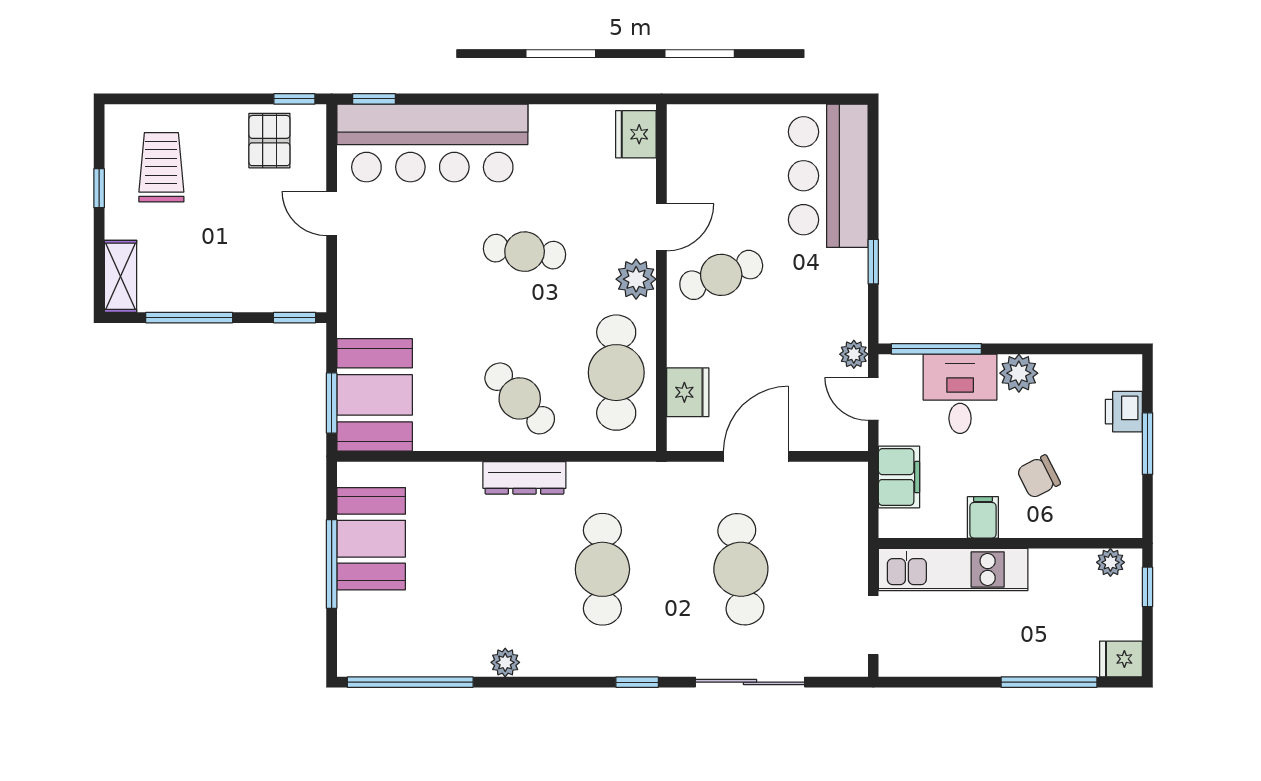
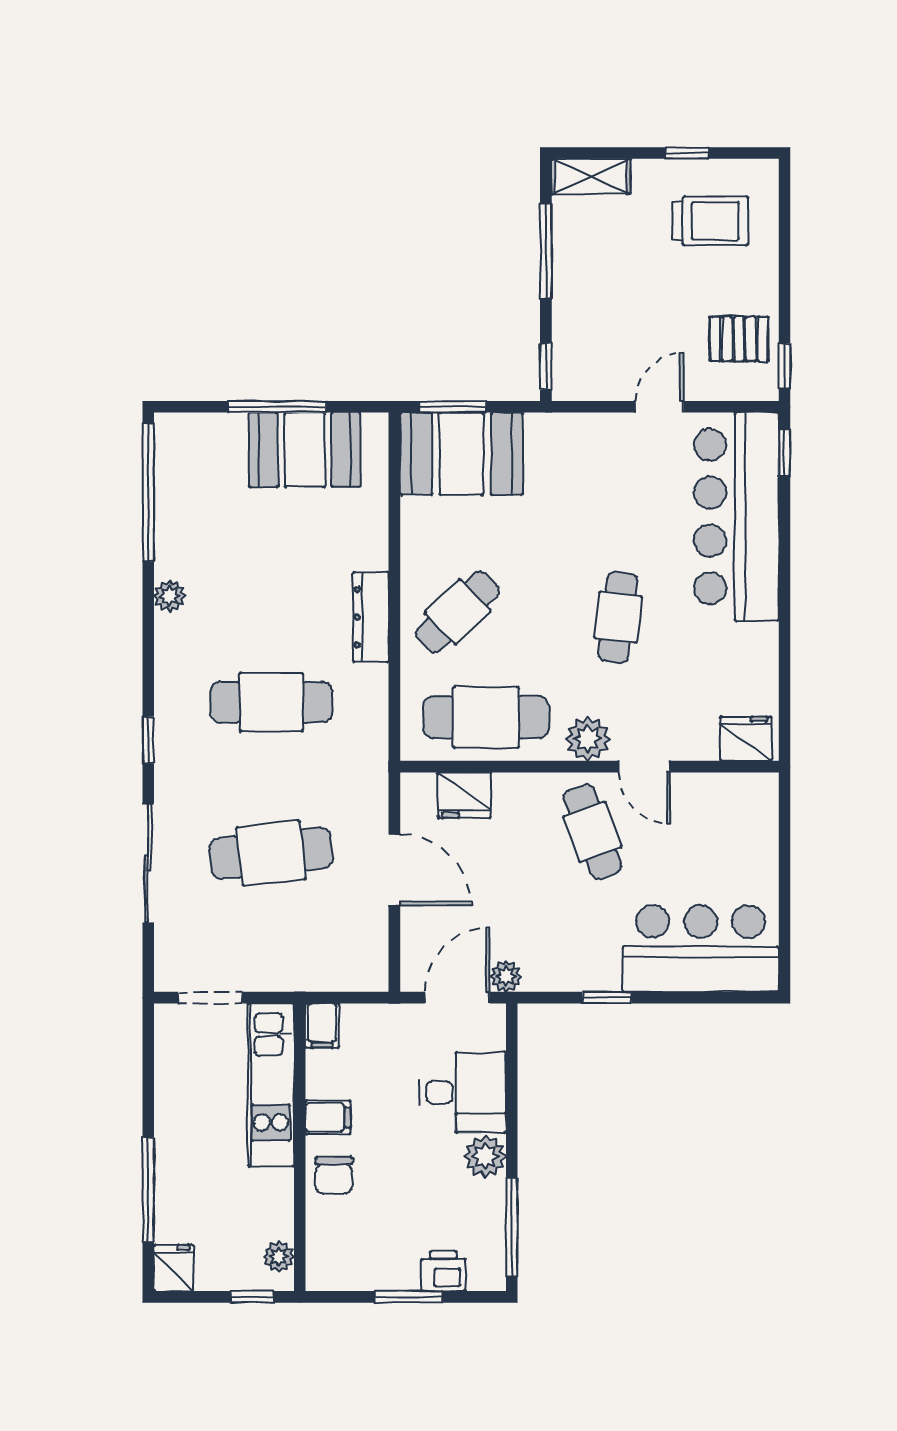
window: (936, 349) -> (512, 1227), moved
door: (873, 399) -> (457, 998), width x1.38
filing cabinet: (899, 477) -> (322, 1026), moved, width x0.50
chair: (1038, 477) -> (334, 1175), moved, turned -153

